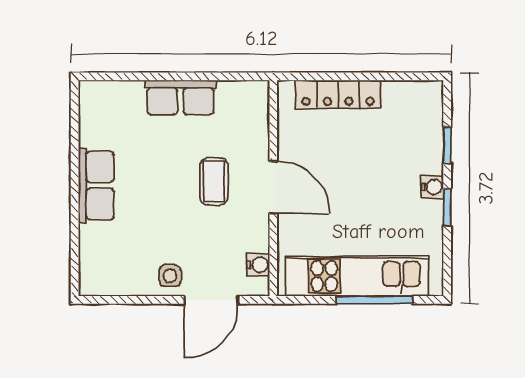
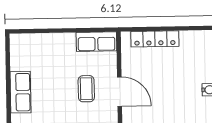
row of seats: (180, 97) -> (96, 42), moved

